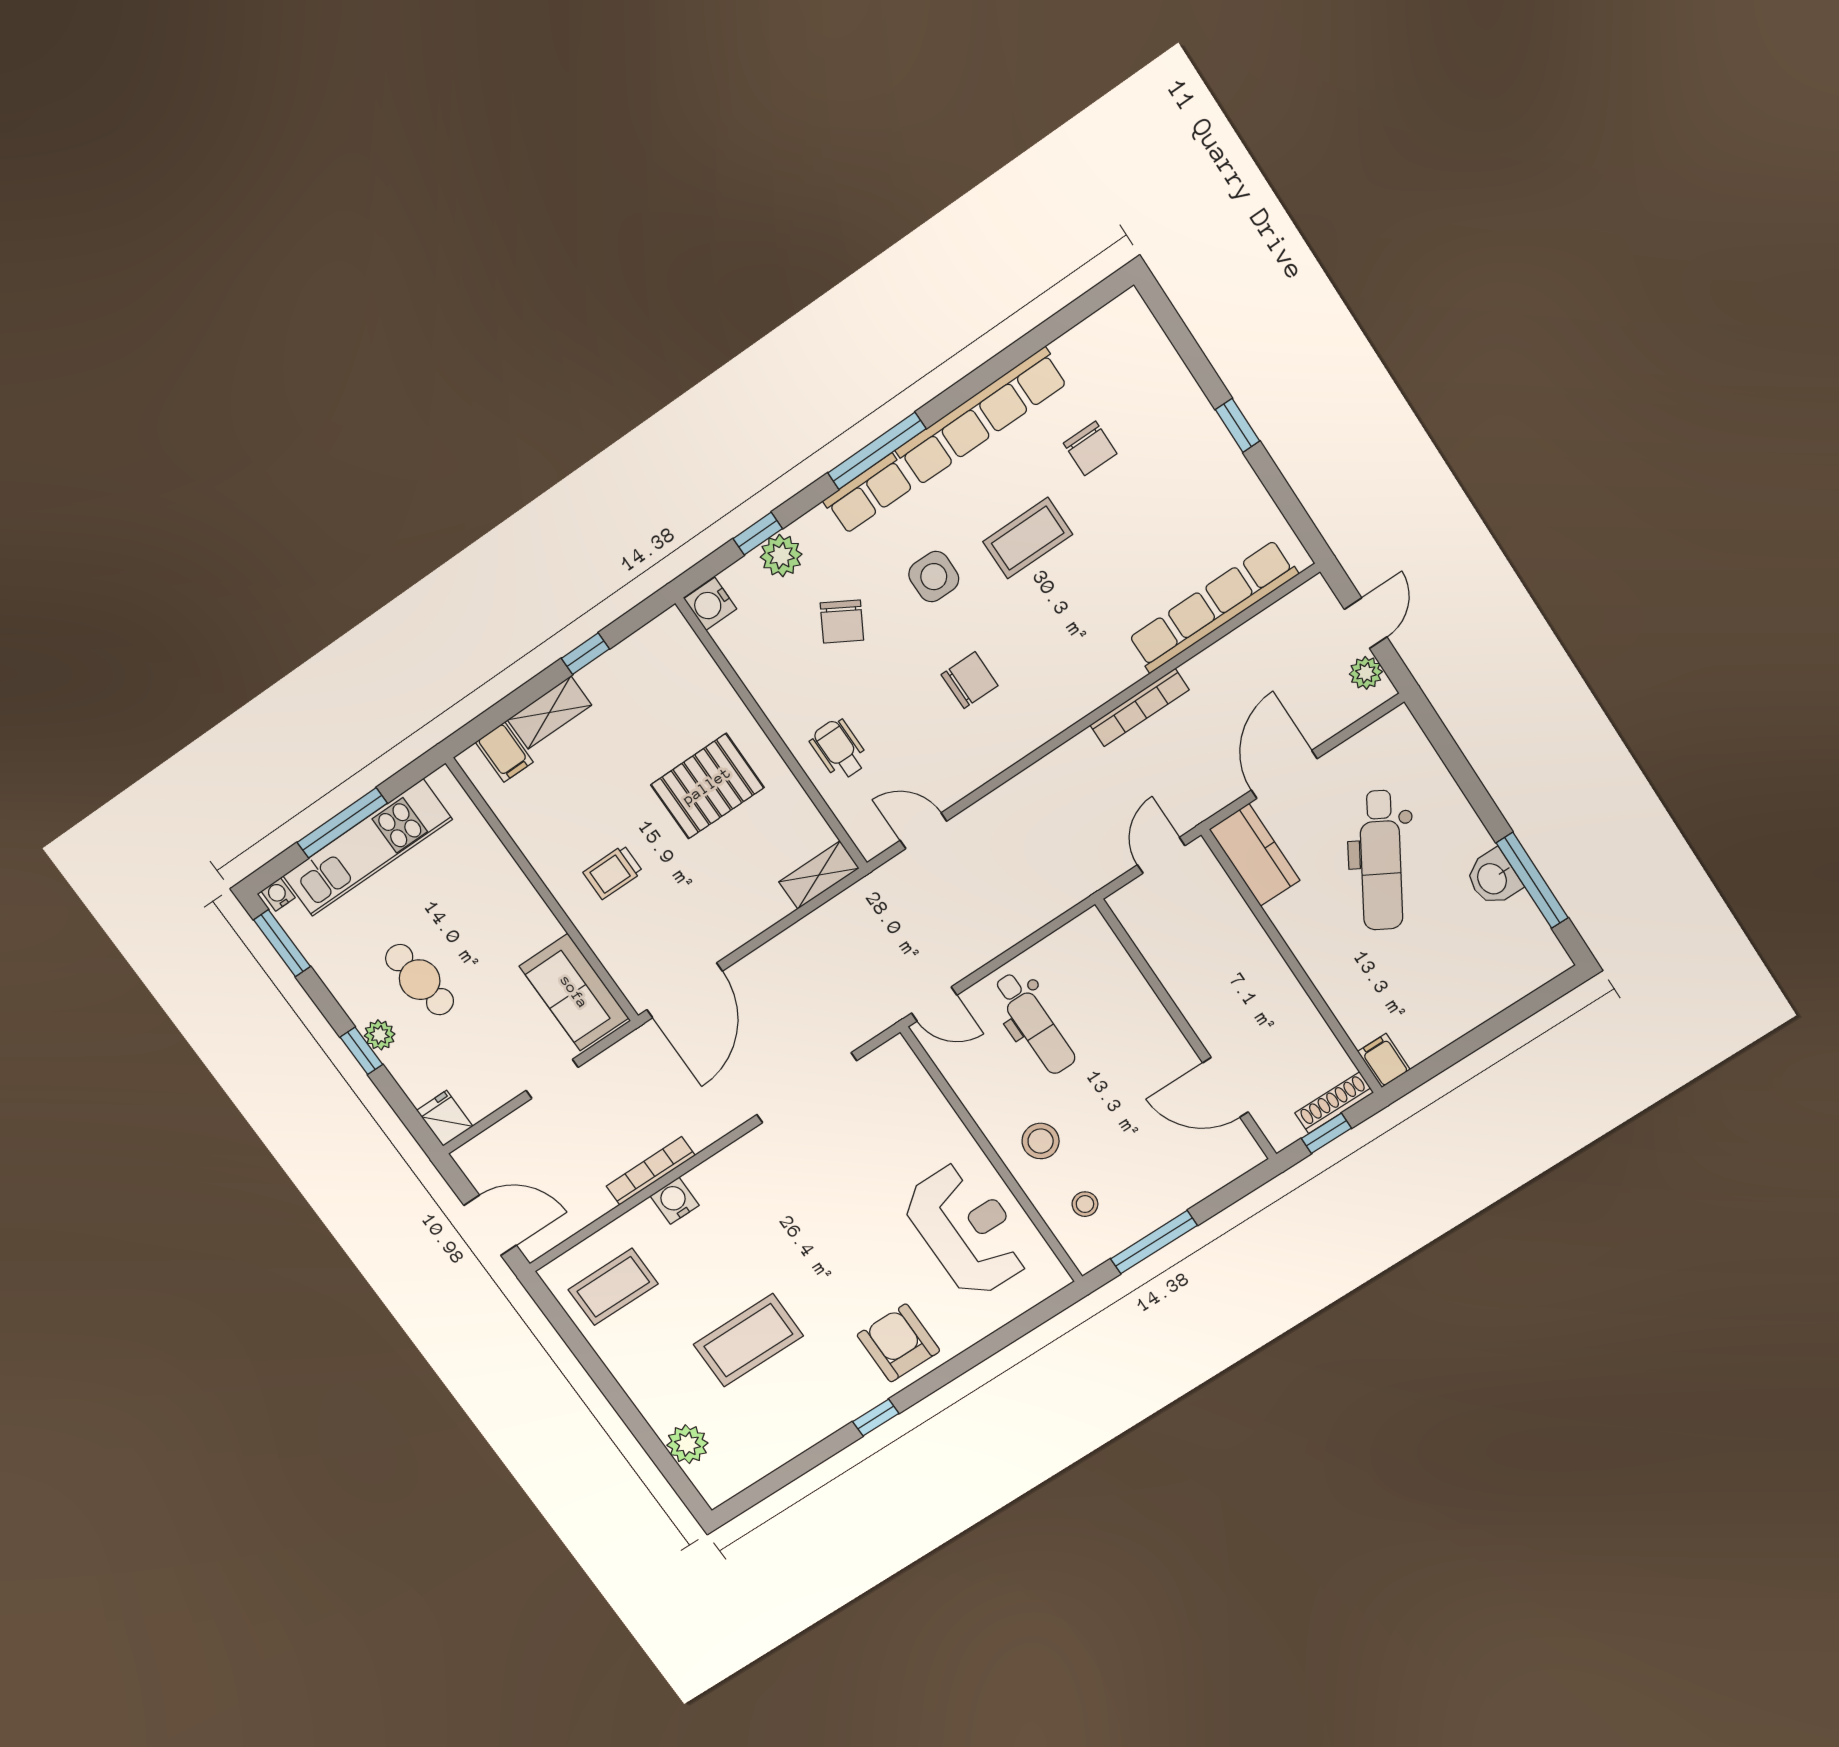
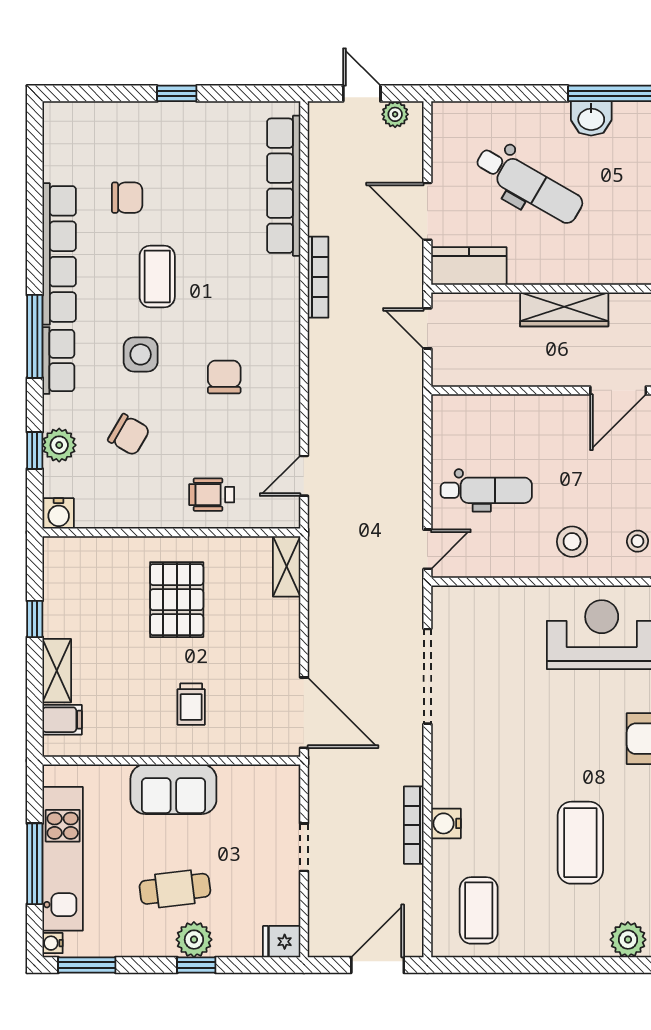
wardrobe: (1273, 980) -> (564, 309), added
sofa: (574, 992) -> (173, 789), moved
plant: (380, 1035) -> (194, 940), width x1.38, depth x1.38

